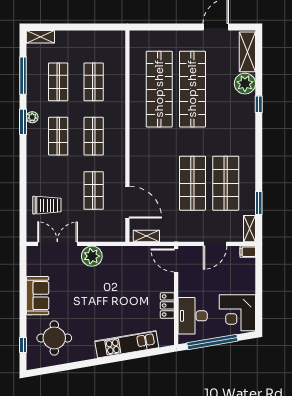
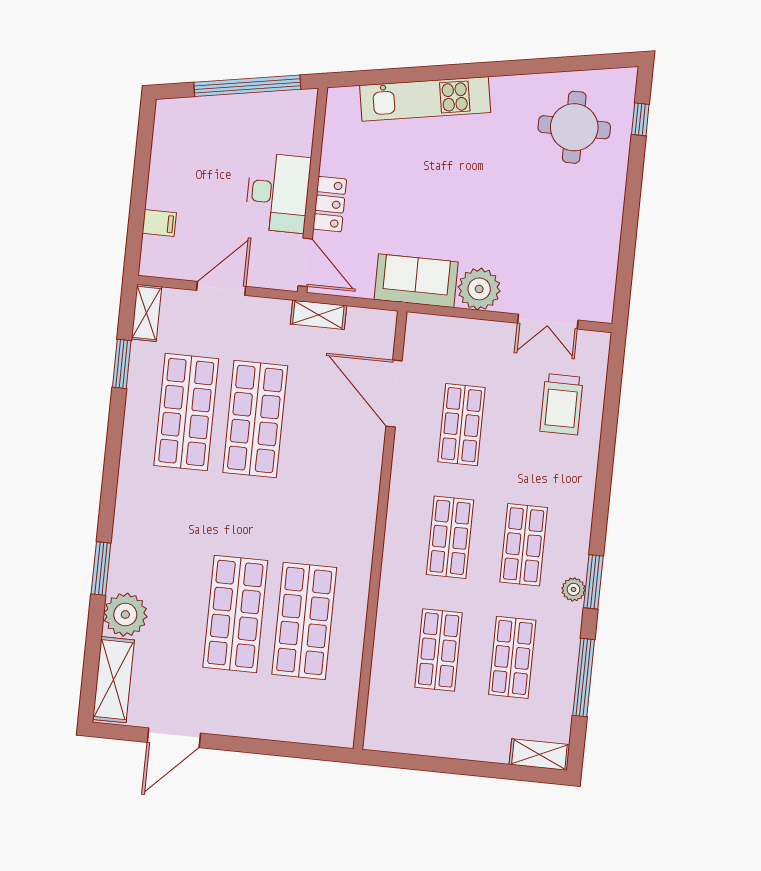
shop shelf: (159, 89) -> (304, 621), width x0.71
shop shelf: (192, 89) -> (235, 614), width x0.71
window: (259, 104) -> (101, 569), width x1.50
trolley: (47, 205) -> (562, 404), turned -90
shelving: (146, 236) -> (318, 315), moved
double door: (57, 244) -> (548, 322), width x0.73
filing cabinet: (248, 252) -> (159, 223), moved
sofa: (38, 296) -> (416, 281), moved, turned 90
locker: (167, 305) -> (330, 204), moved
corner desk: (237, 313) -> (189, 141), removed
desk: (193, 316) -> (278, 193), moved

